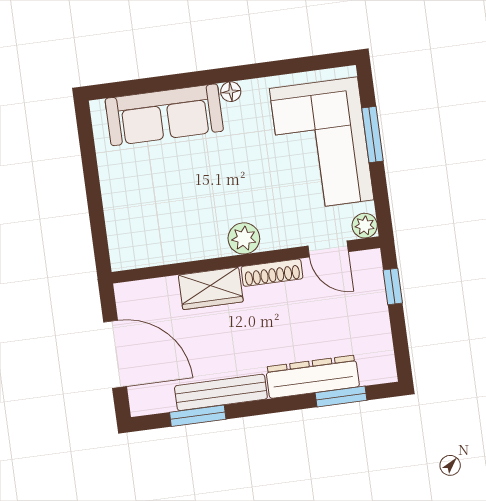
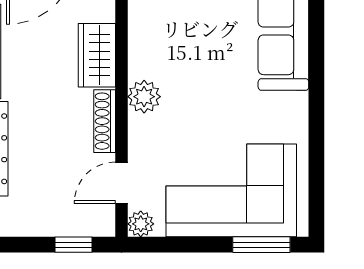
floor lamp: (231, 92) -> (298, 103), removed
window: (373, 135) -> (261, 245), moved

